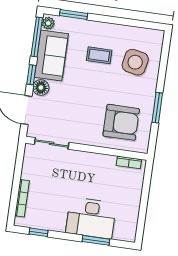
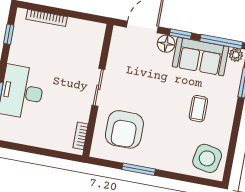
side table: (135, 62) -> (207, 158), moved
sliding door: (52, 143) -> (98, 87), moved

